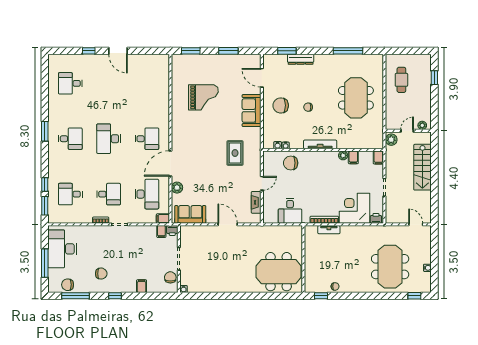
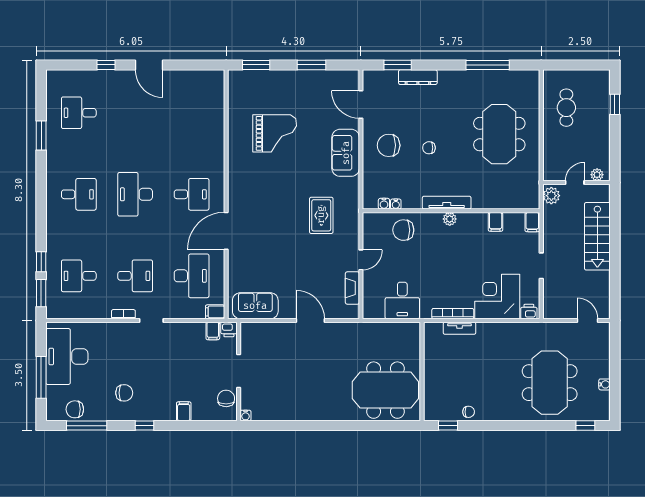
window: (45, 131) -> (41, 136), moved
plant: (343, 155) -> (450, 219), moved
plant: (177, 188) -> (236, 266), removed

